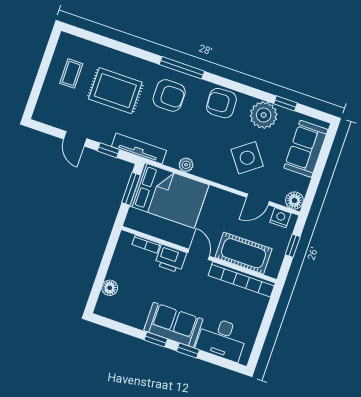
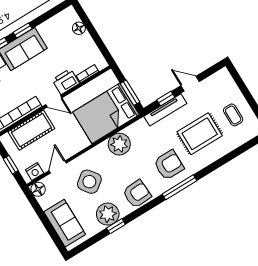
armchair: (169, 95) -> (169, 165), turned 180
window: (285, 103) -> (116, 226), moved
tv unit: (139, 149) -> (165, 110), moved
plant: (186, 165) -> (119, 144), width x1.87, depth x1.87

